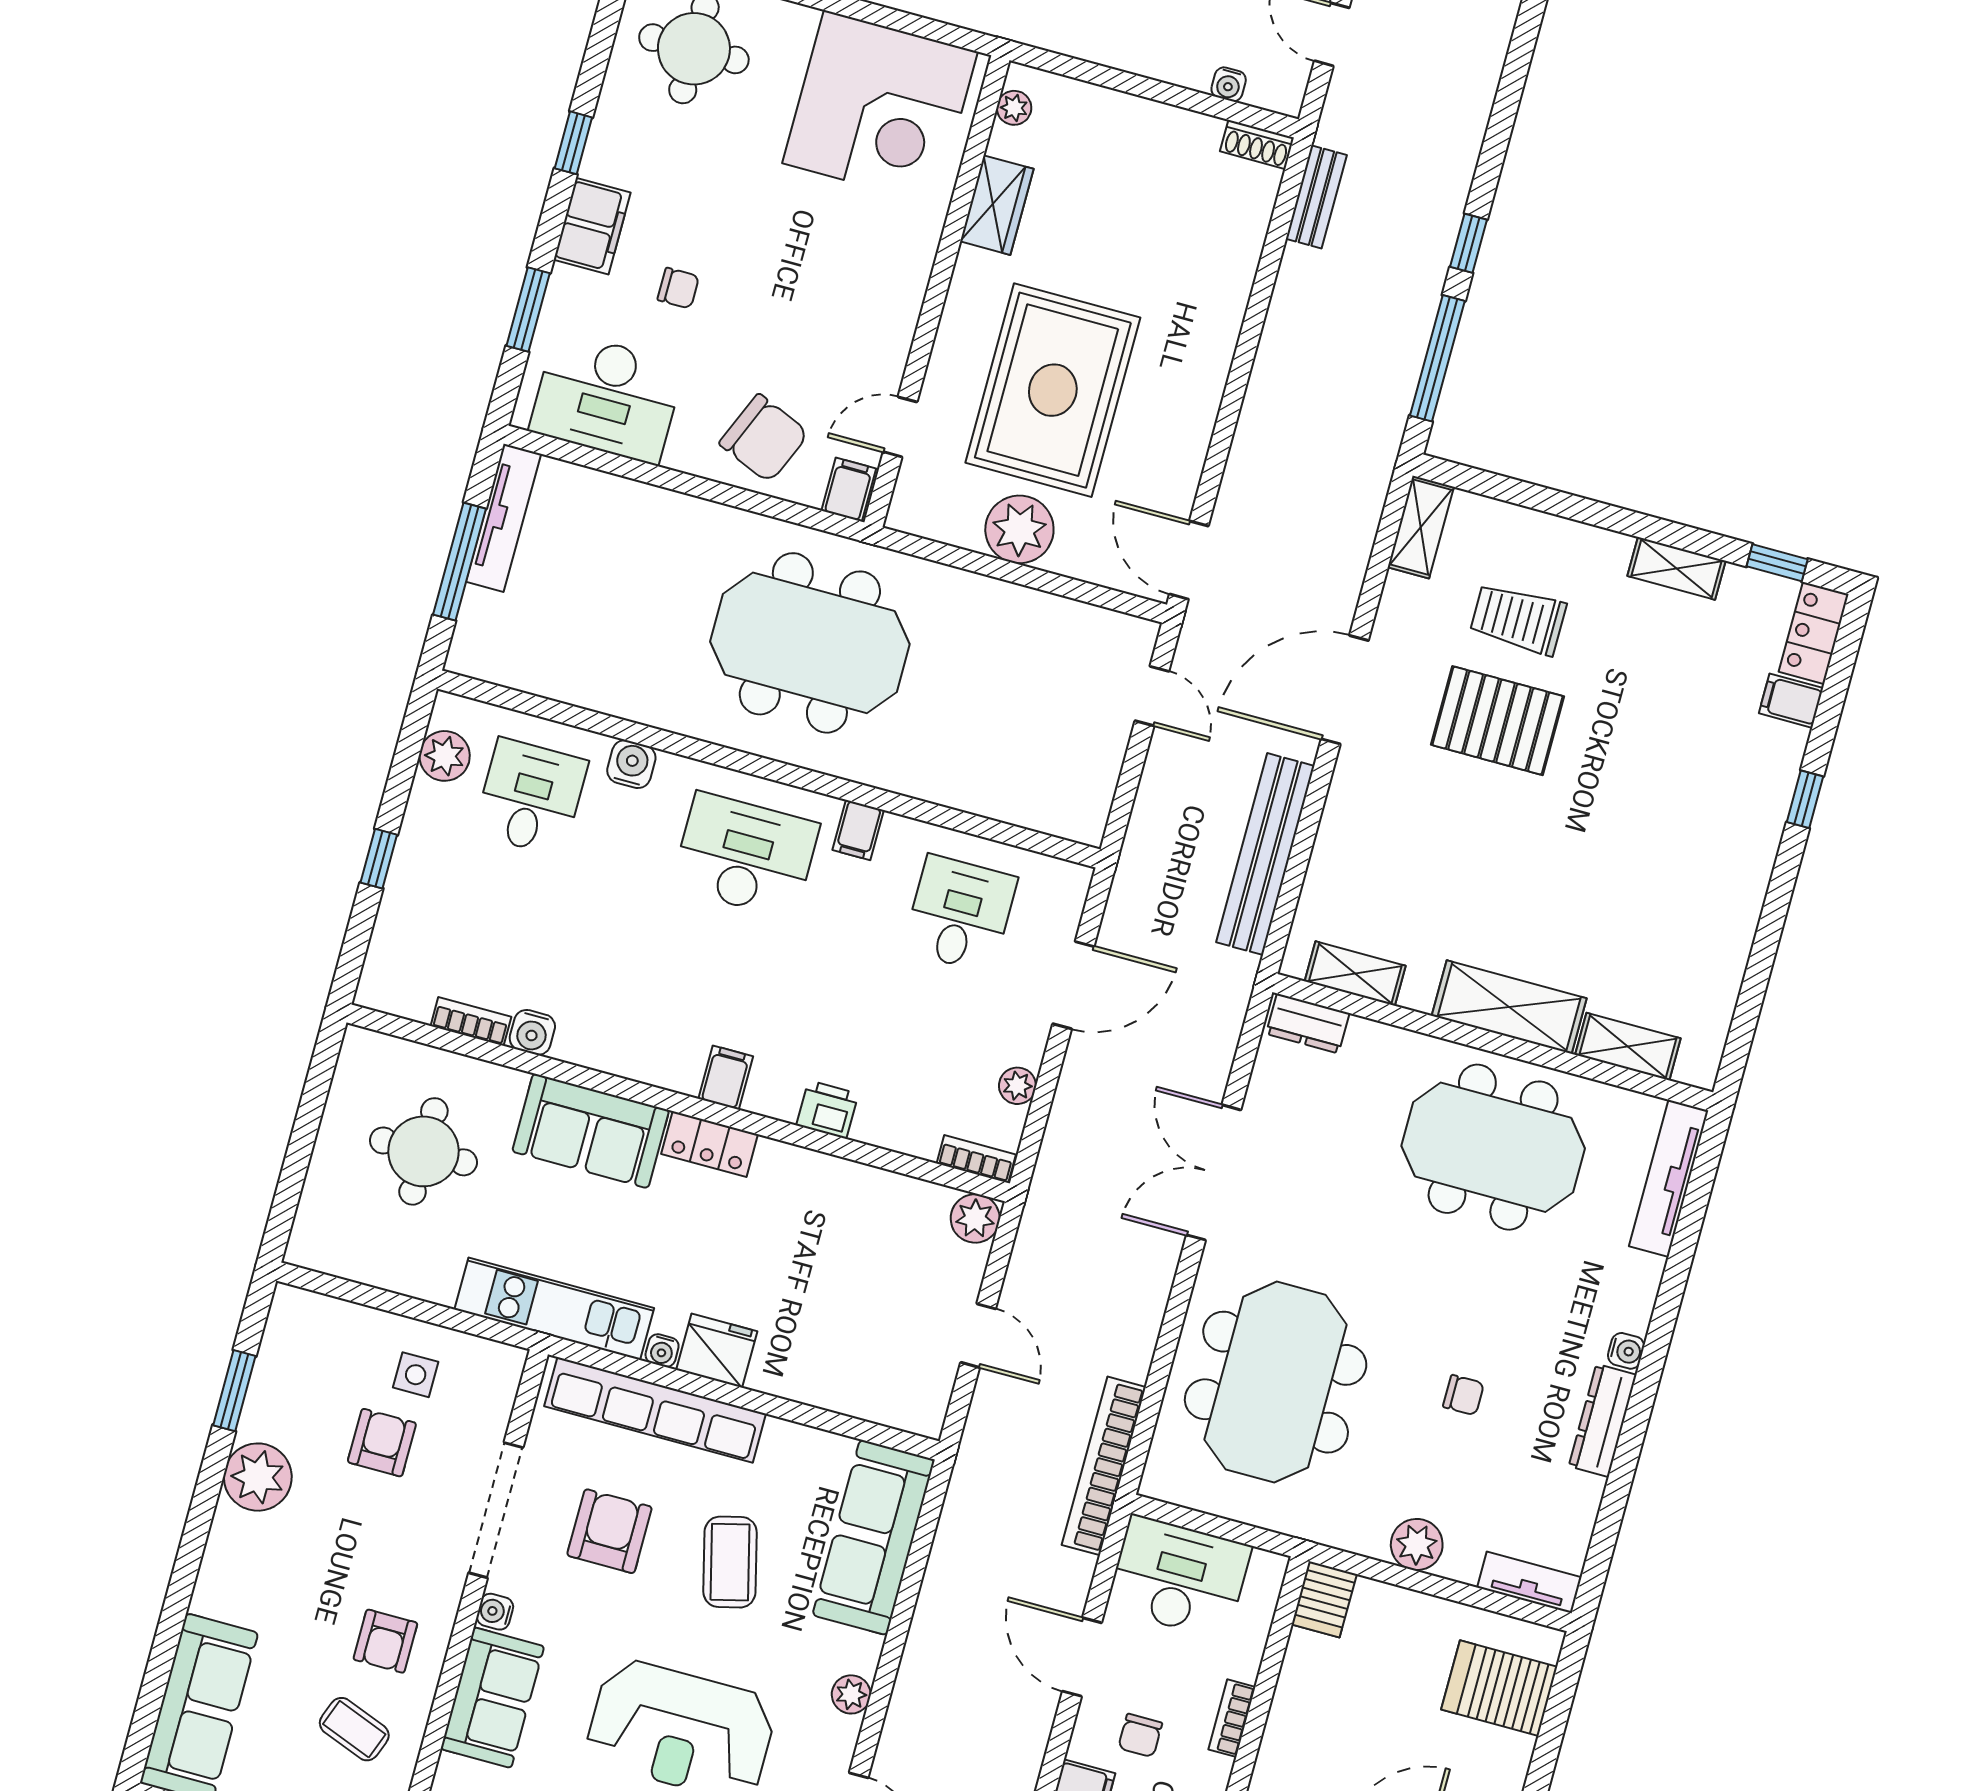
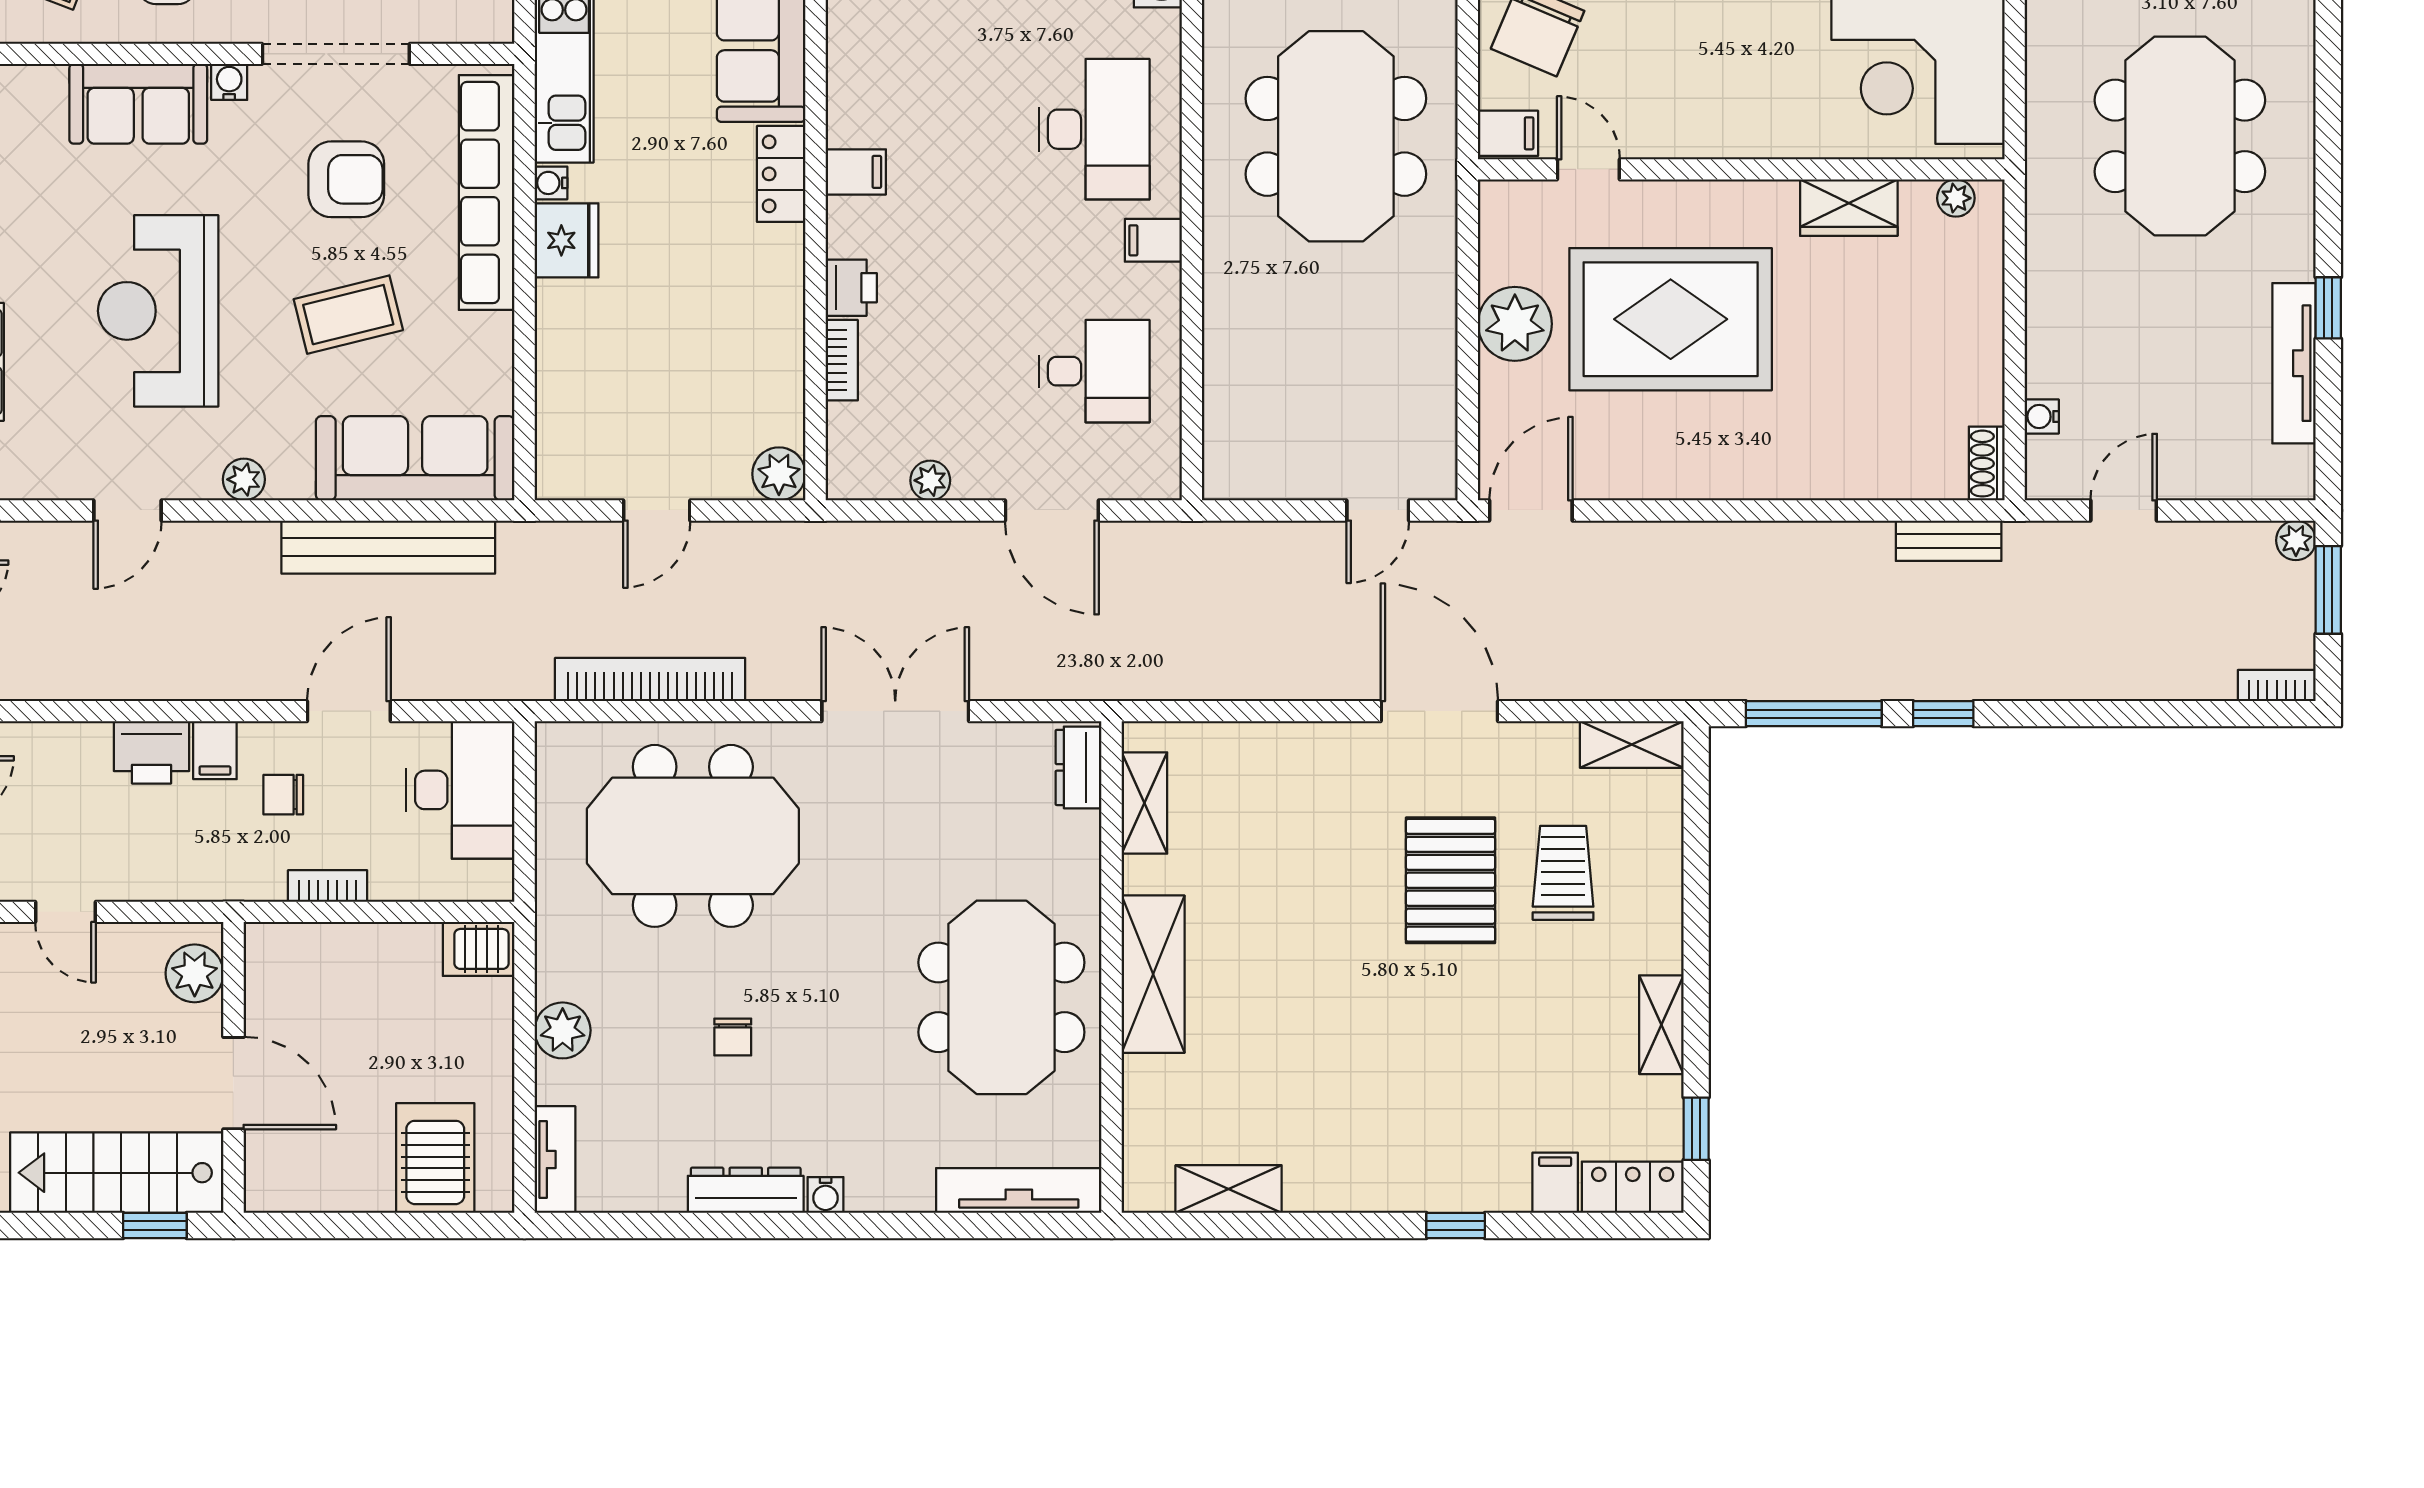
bench: (1265, 854) -> (388, 547), moved
shelving: (1628, 1047) -> (1229, 1189), moved, turned 90
bookcase: (976, 1159) -> (842, 360), moved
bookcase: (1104, 1466) -> (650, 680), moved

